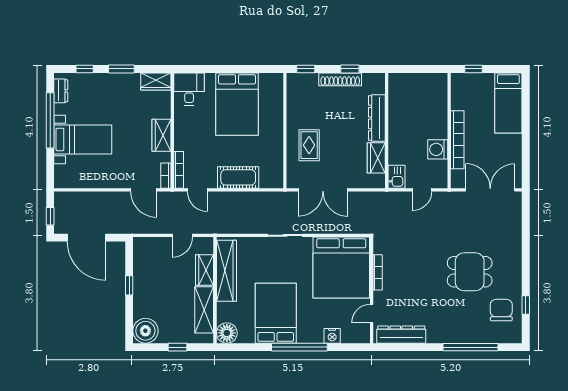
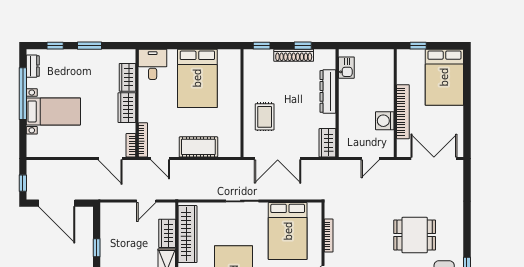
wardrobe: (156, 81) -> (128, 77), moved, turned 90
bed: (508, 103) -> (444, 77), width x1.50
wardrobe: (376, 158) -> (327, 143), moved
kitchen sink: (397, 177) -> (346, 68), moved
bed: (341, 267) -> (288, 231), width x0.73

